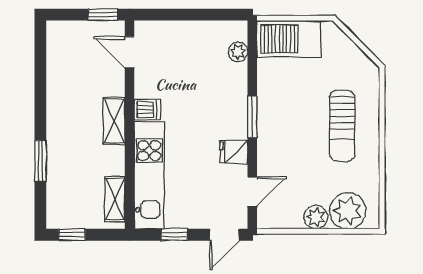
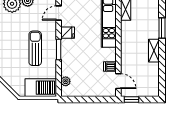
dishwasher: (147, 110) -> (110, 67), moved
shelving: (114, 121) -> (154, 51), moved
sun lounger: (342, 126) -> (35, 48), moved

